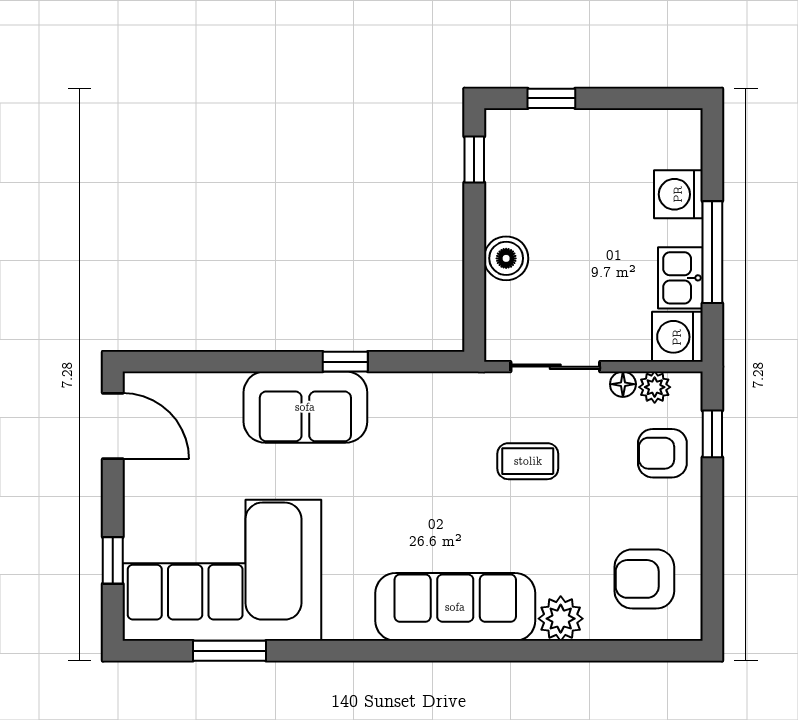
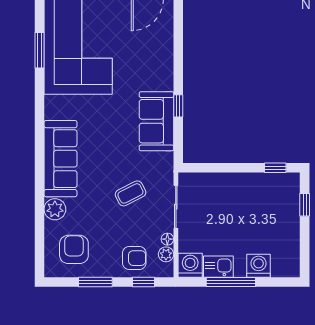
boiler: (506, 258) -> (228, 183), removed
sofa: (305, 407) -> (156, 121), moved
armchair: (662, 453) -> (134, 258), turned 90
coffee table: (528, 461) -> (130, 193), turned 63
window: (712, 534) -> (95, 282), added

